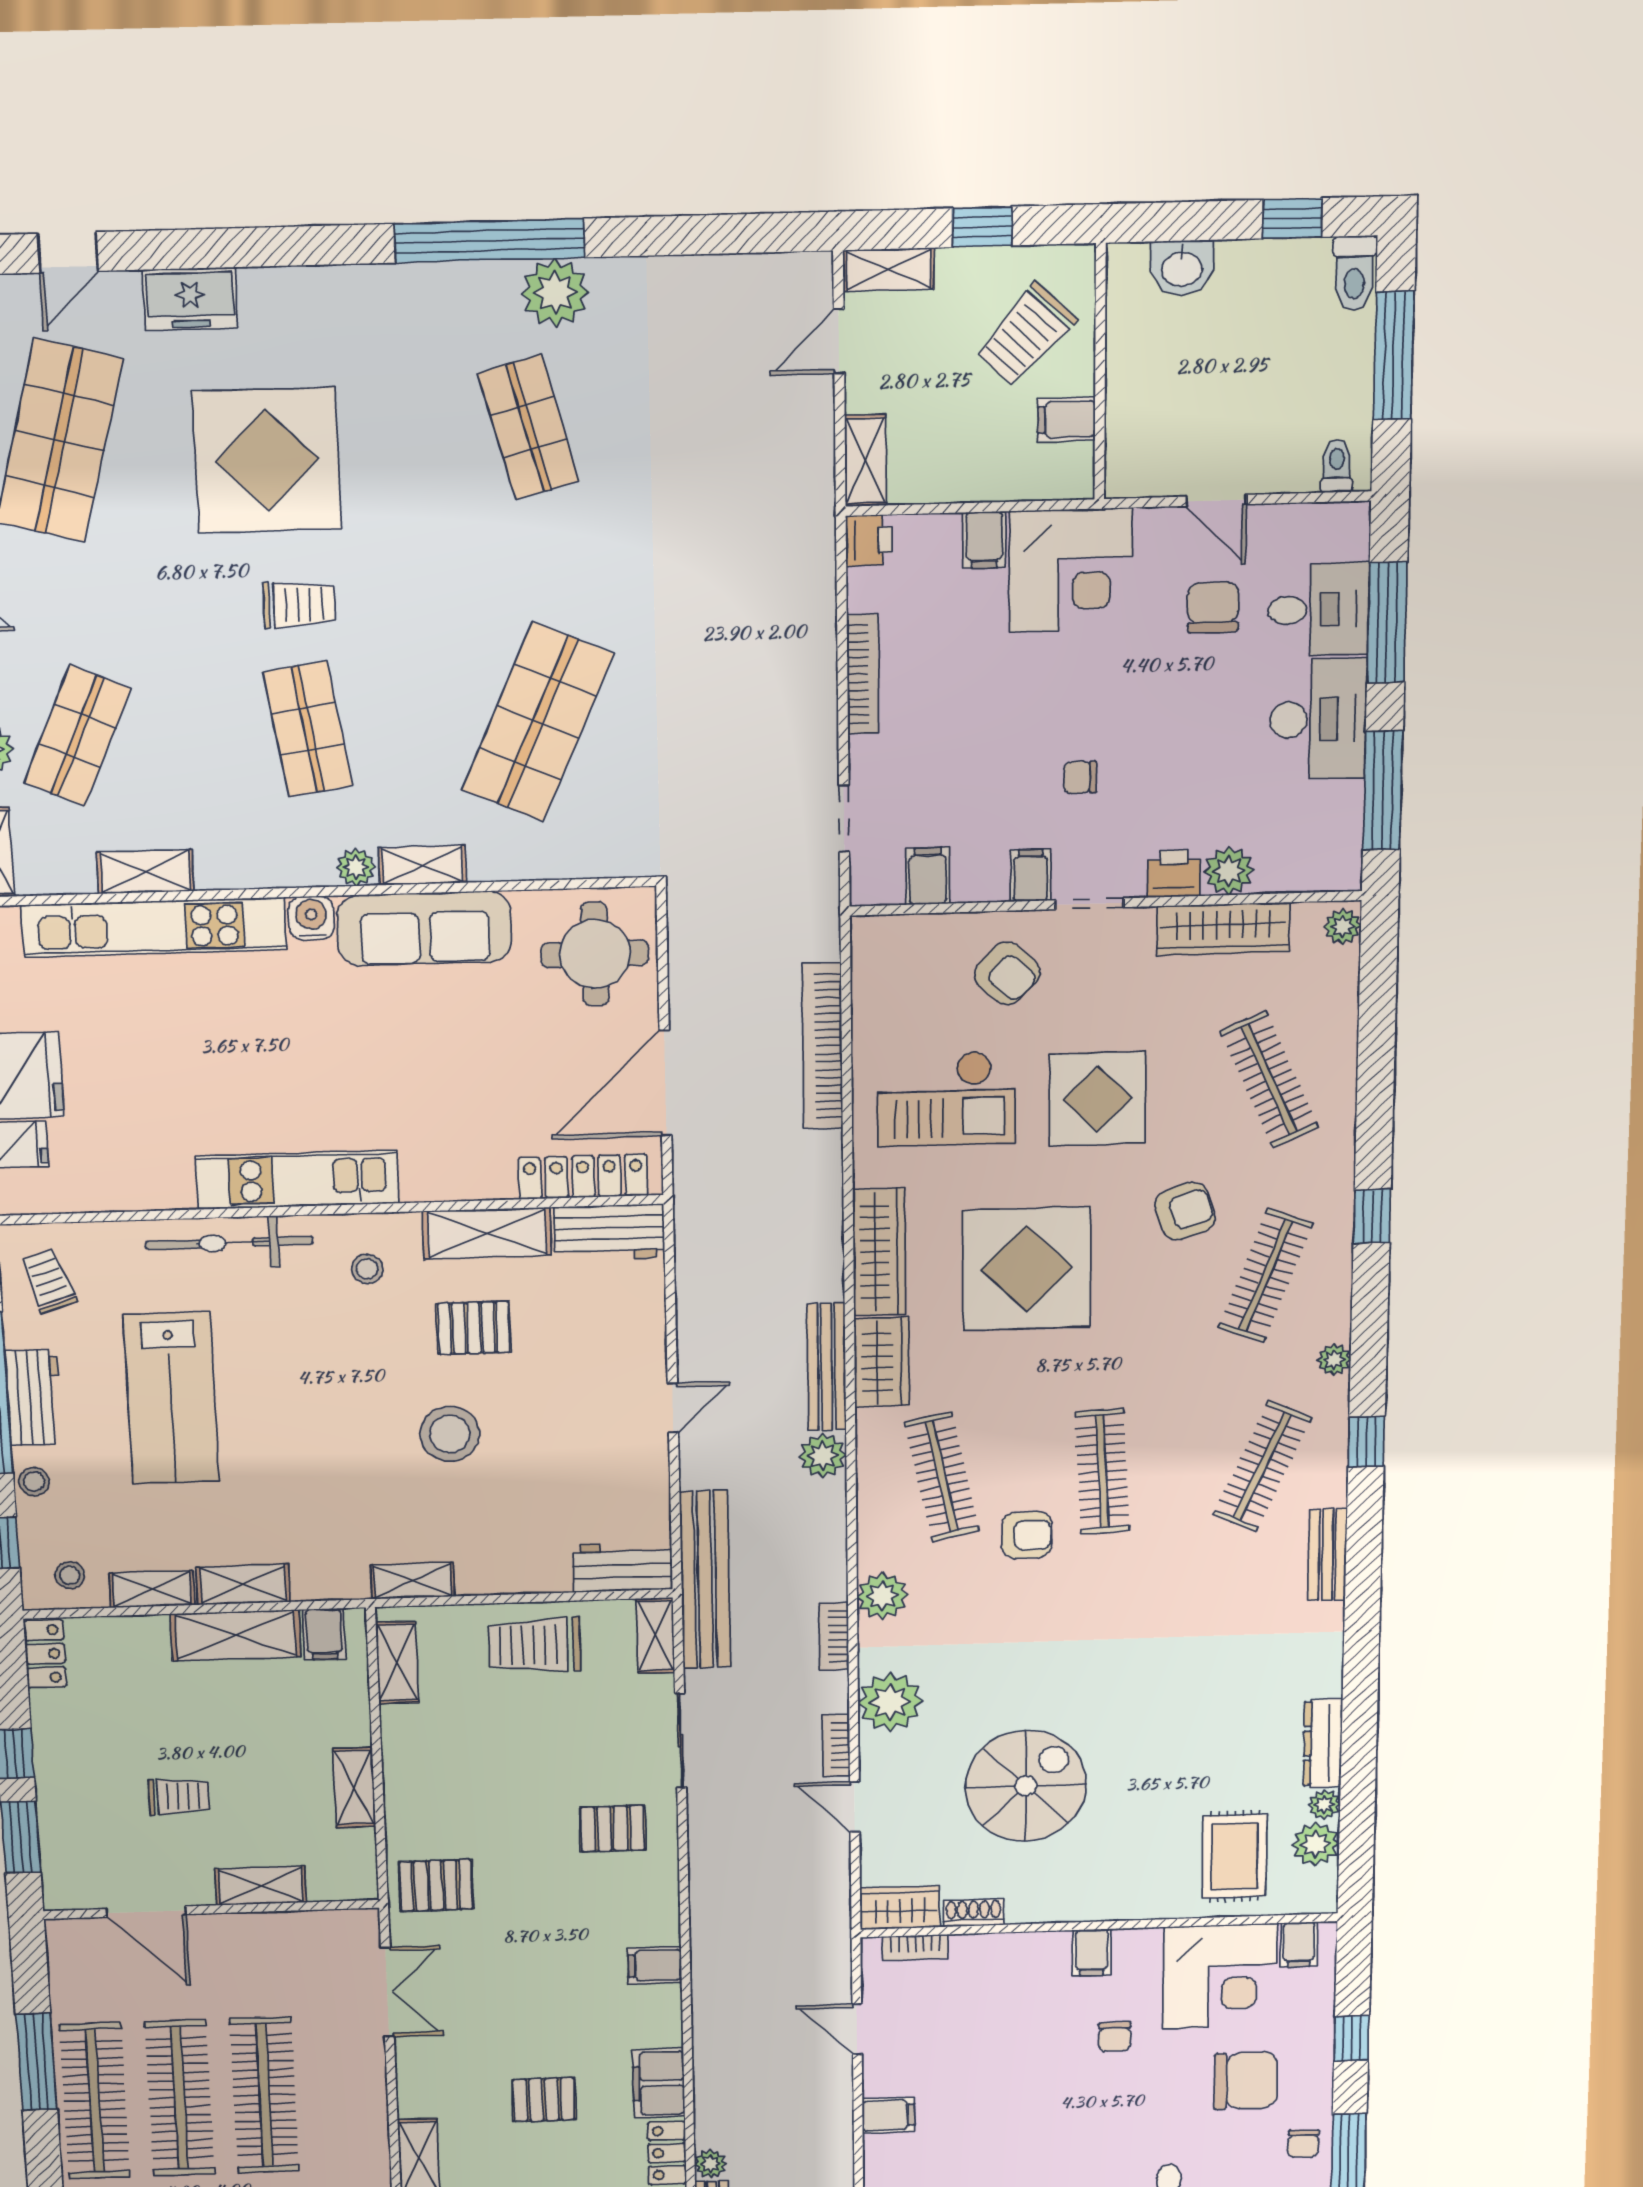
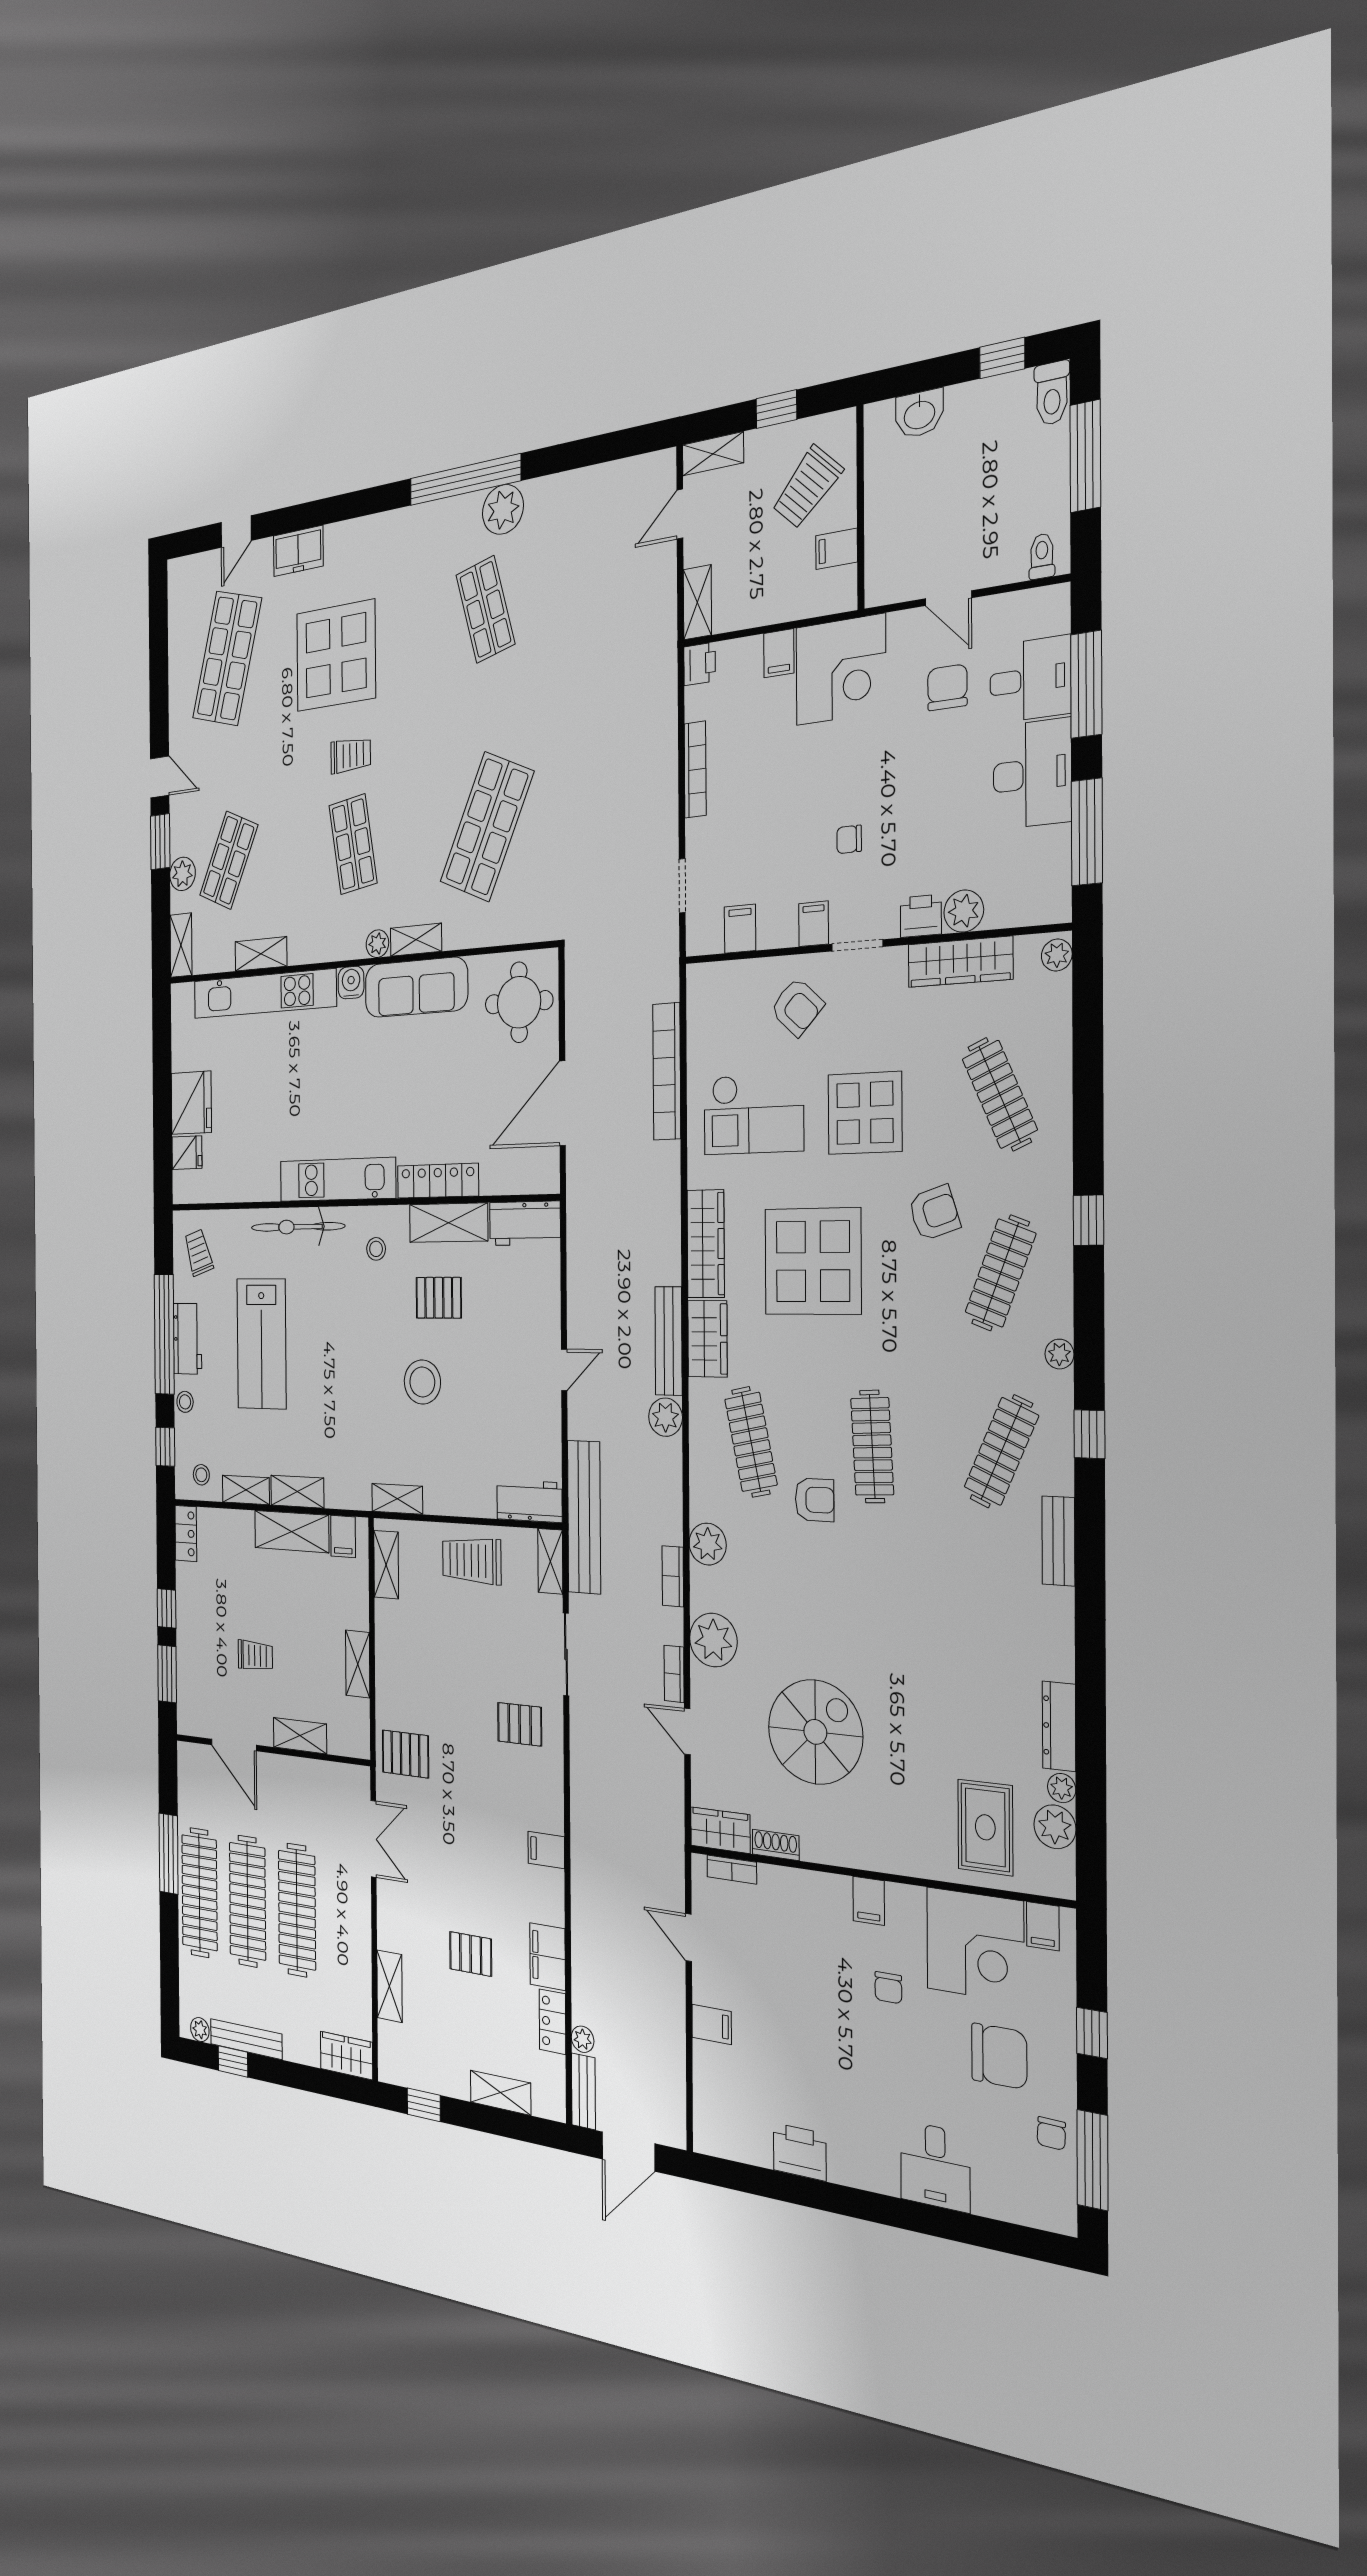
locker: (583, 1177) -> (438, 1181), moved

